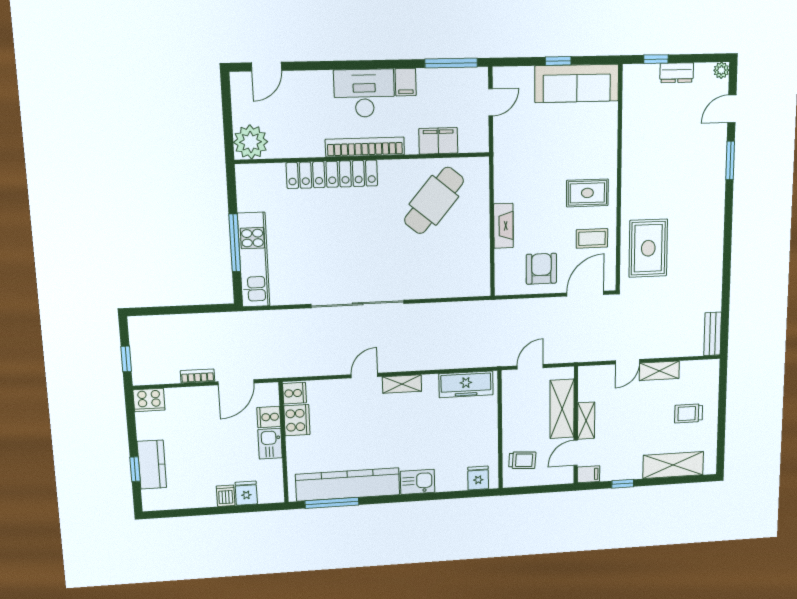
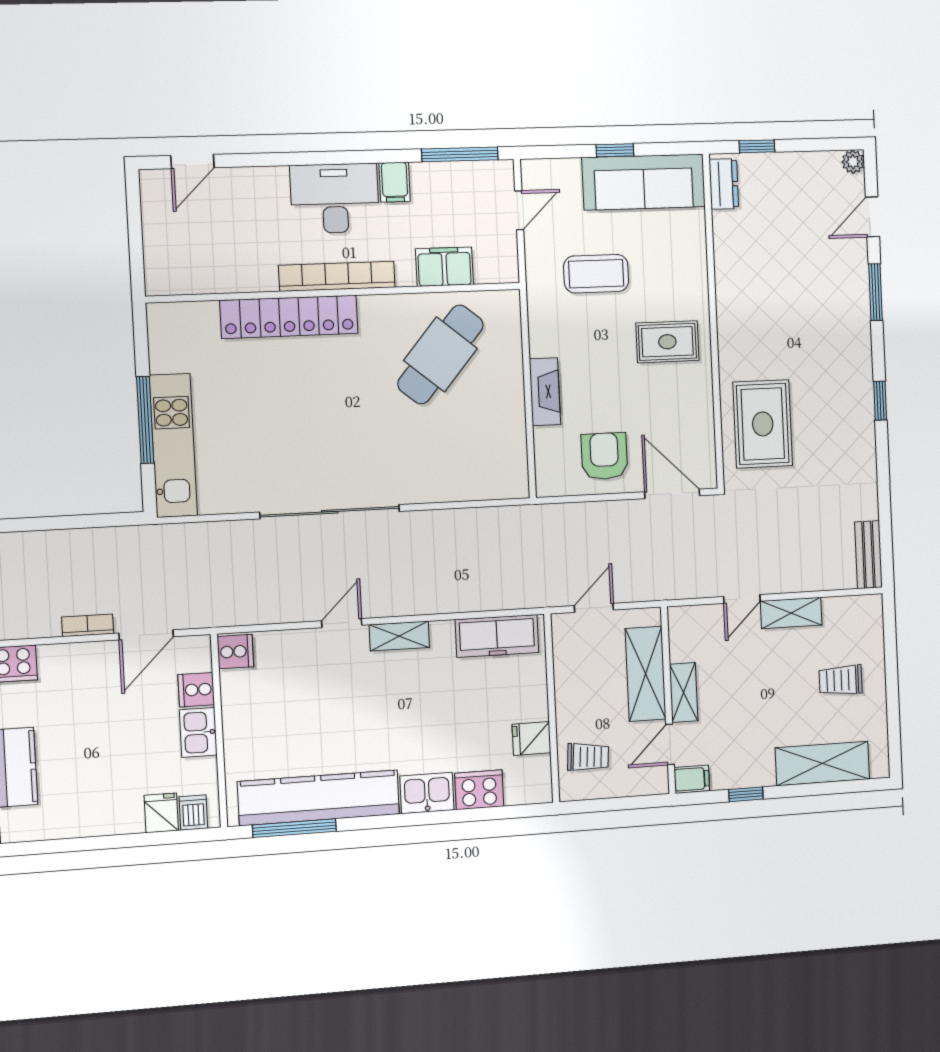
dresser: (677, 73) -> (724, 184), moved, turned -90
plant: (251, 142) -> (169, 270), removed
window: (728, 233) -> (880, 401), added
coffee table: (592, 238) -> (596, 274), moved, width x1.36, depth x1.30
door: (585, 294) -> (672, 494), hinge flipped
cooker: (297, 420) -> (479, 790), moved, turned -90
fridge: (478, 478) -> (532, 738), moved, turned -90
dishwasher: (226, 496) -> (193, 813), moved

